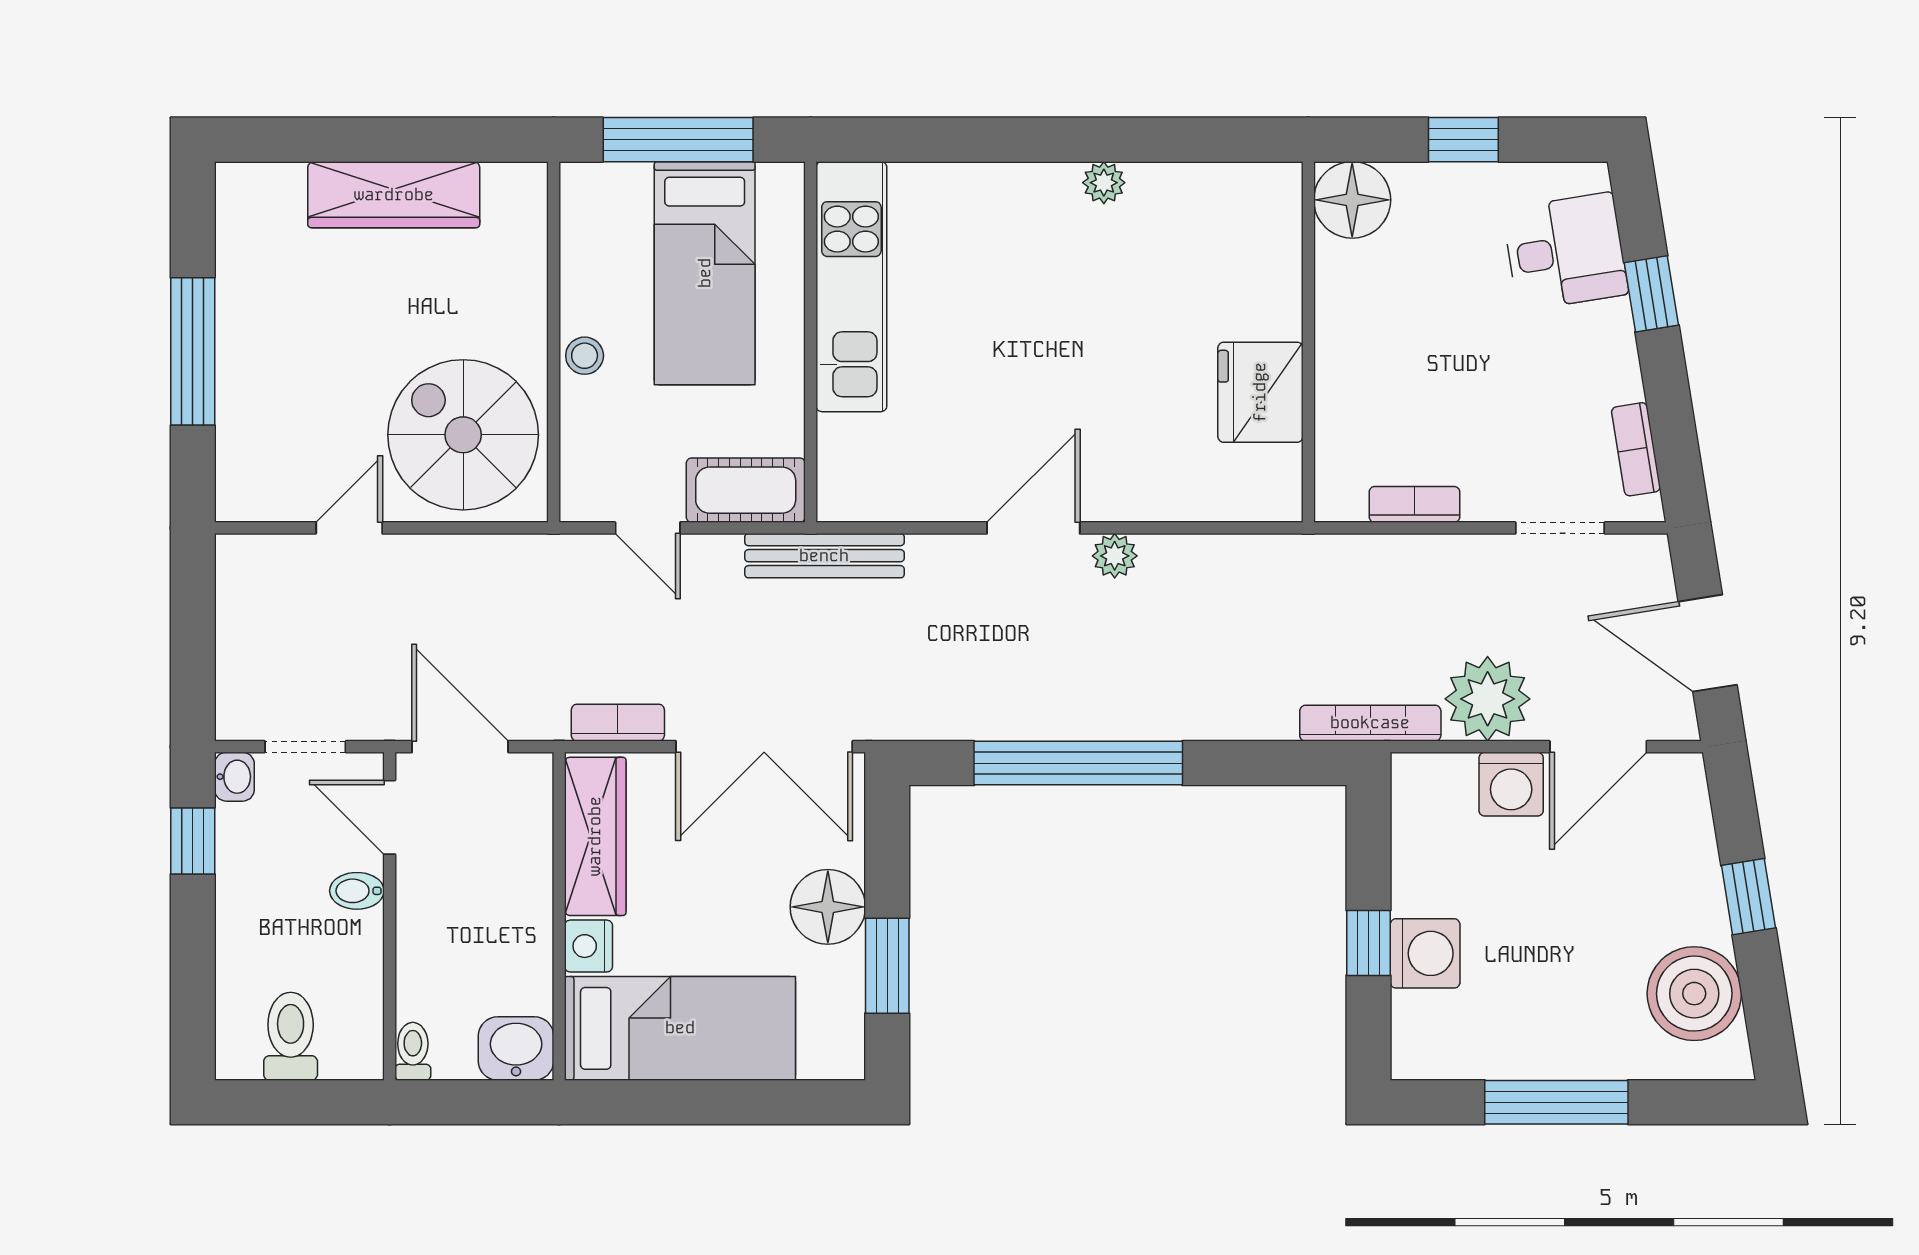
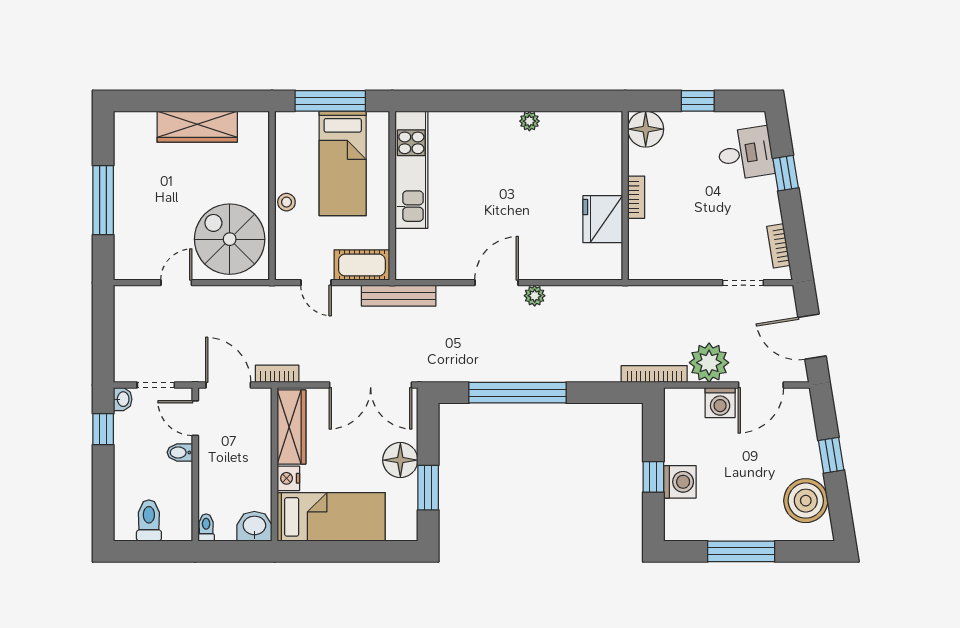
bookcase: (1414, 504) -> (636, 197), moved, turned 90
bookcase: (618, 723) -> (277, 374), moved

